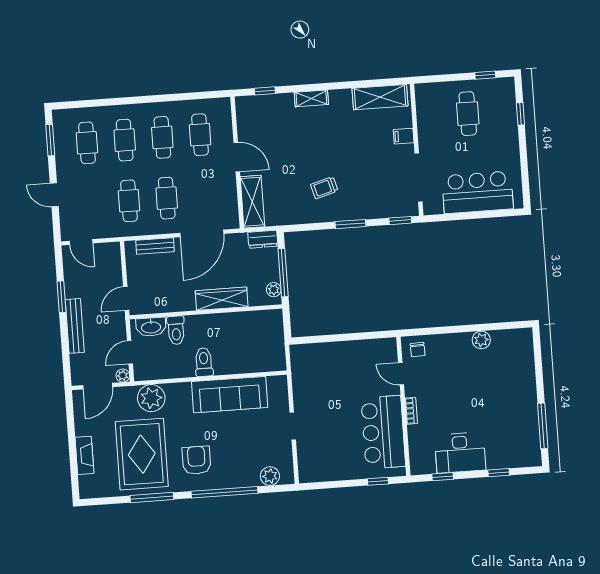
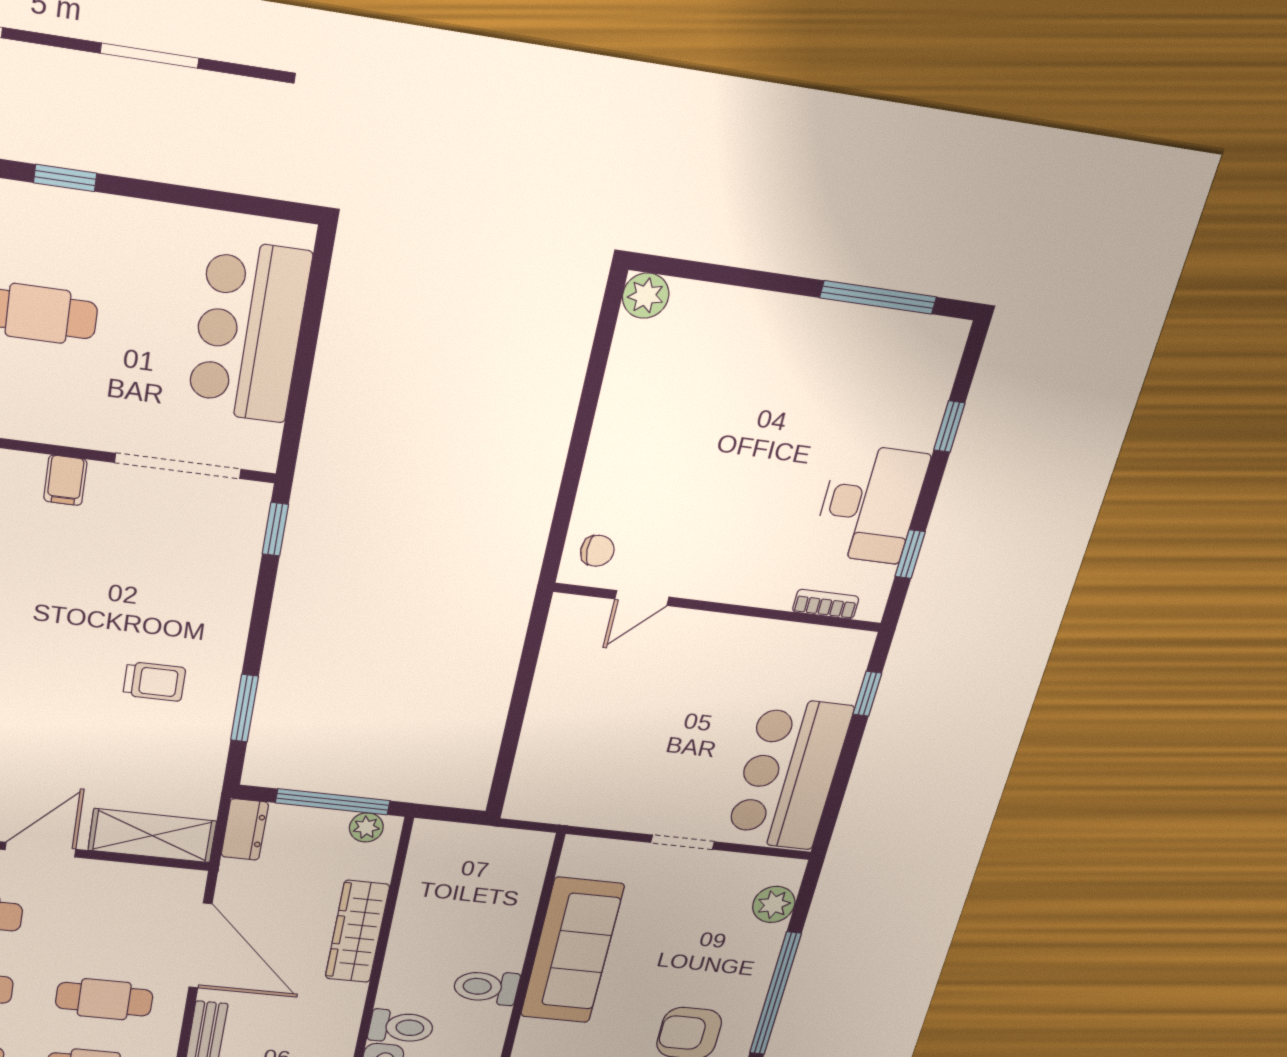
trolley: (324, 188) -> (154, 682), turned -74
window: (350, 224) -> (245, 708), moved
plant: (481, 340) -> (646, 296), moved
bookcase: (411, 411) -> (826, 604), moved
bar counter: (383, 432) -> (789, 774), moved, turned 90

